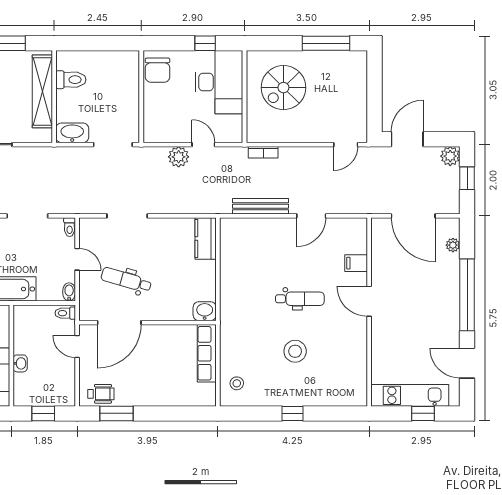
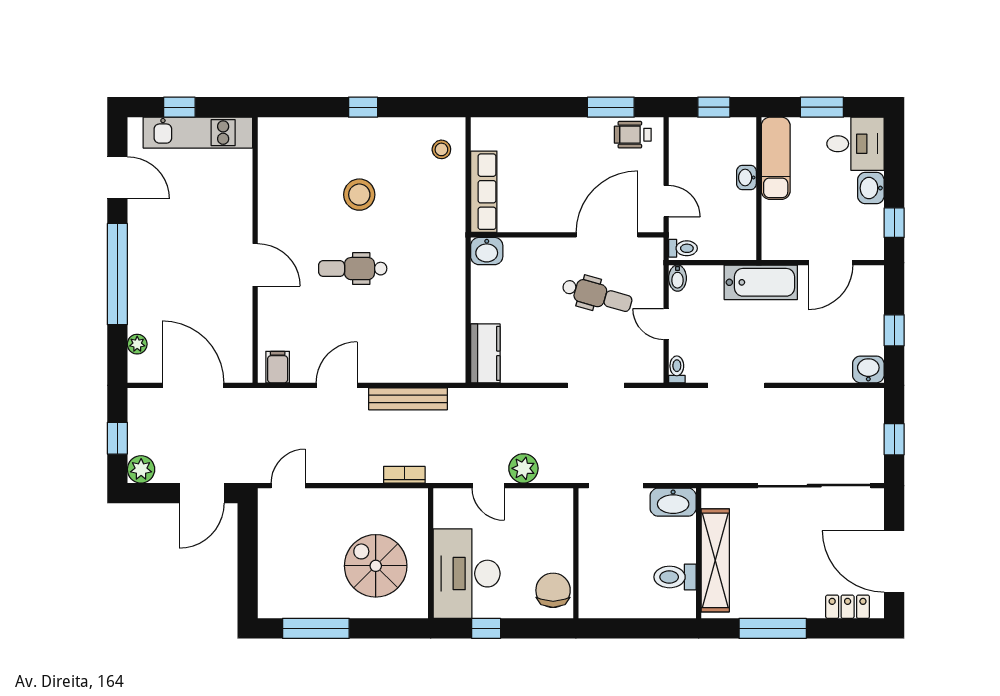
spiral stairs: (283, 88) -> (376, 566), turned -90
filing cabinet: (356, 263) -> (278, 367), moved, turned -90

